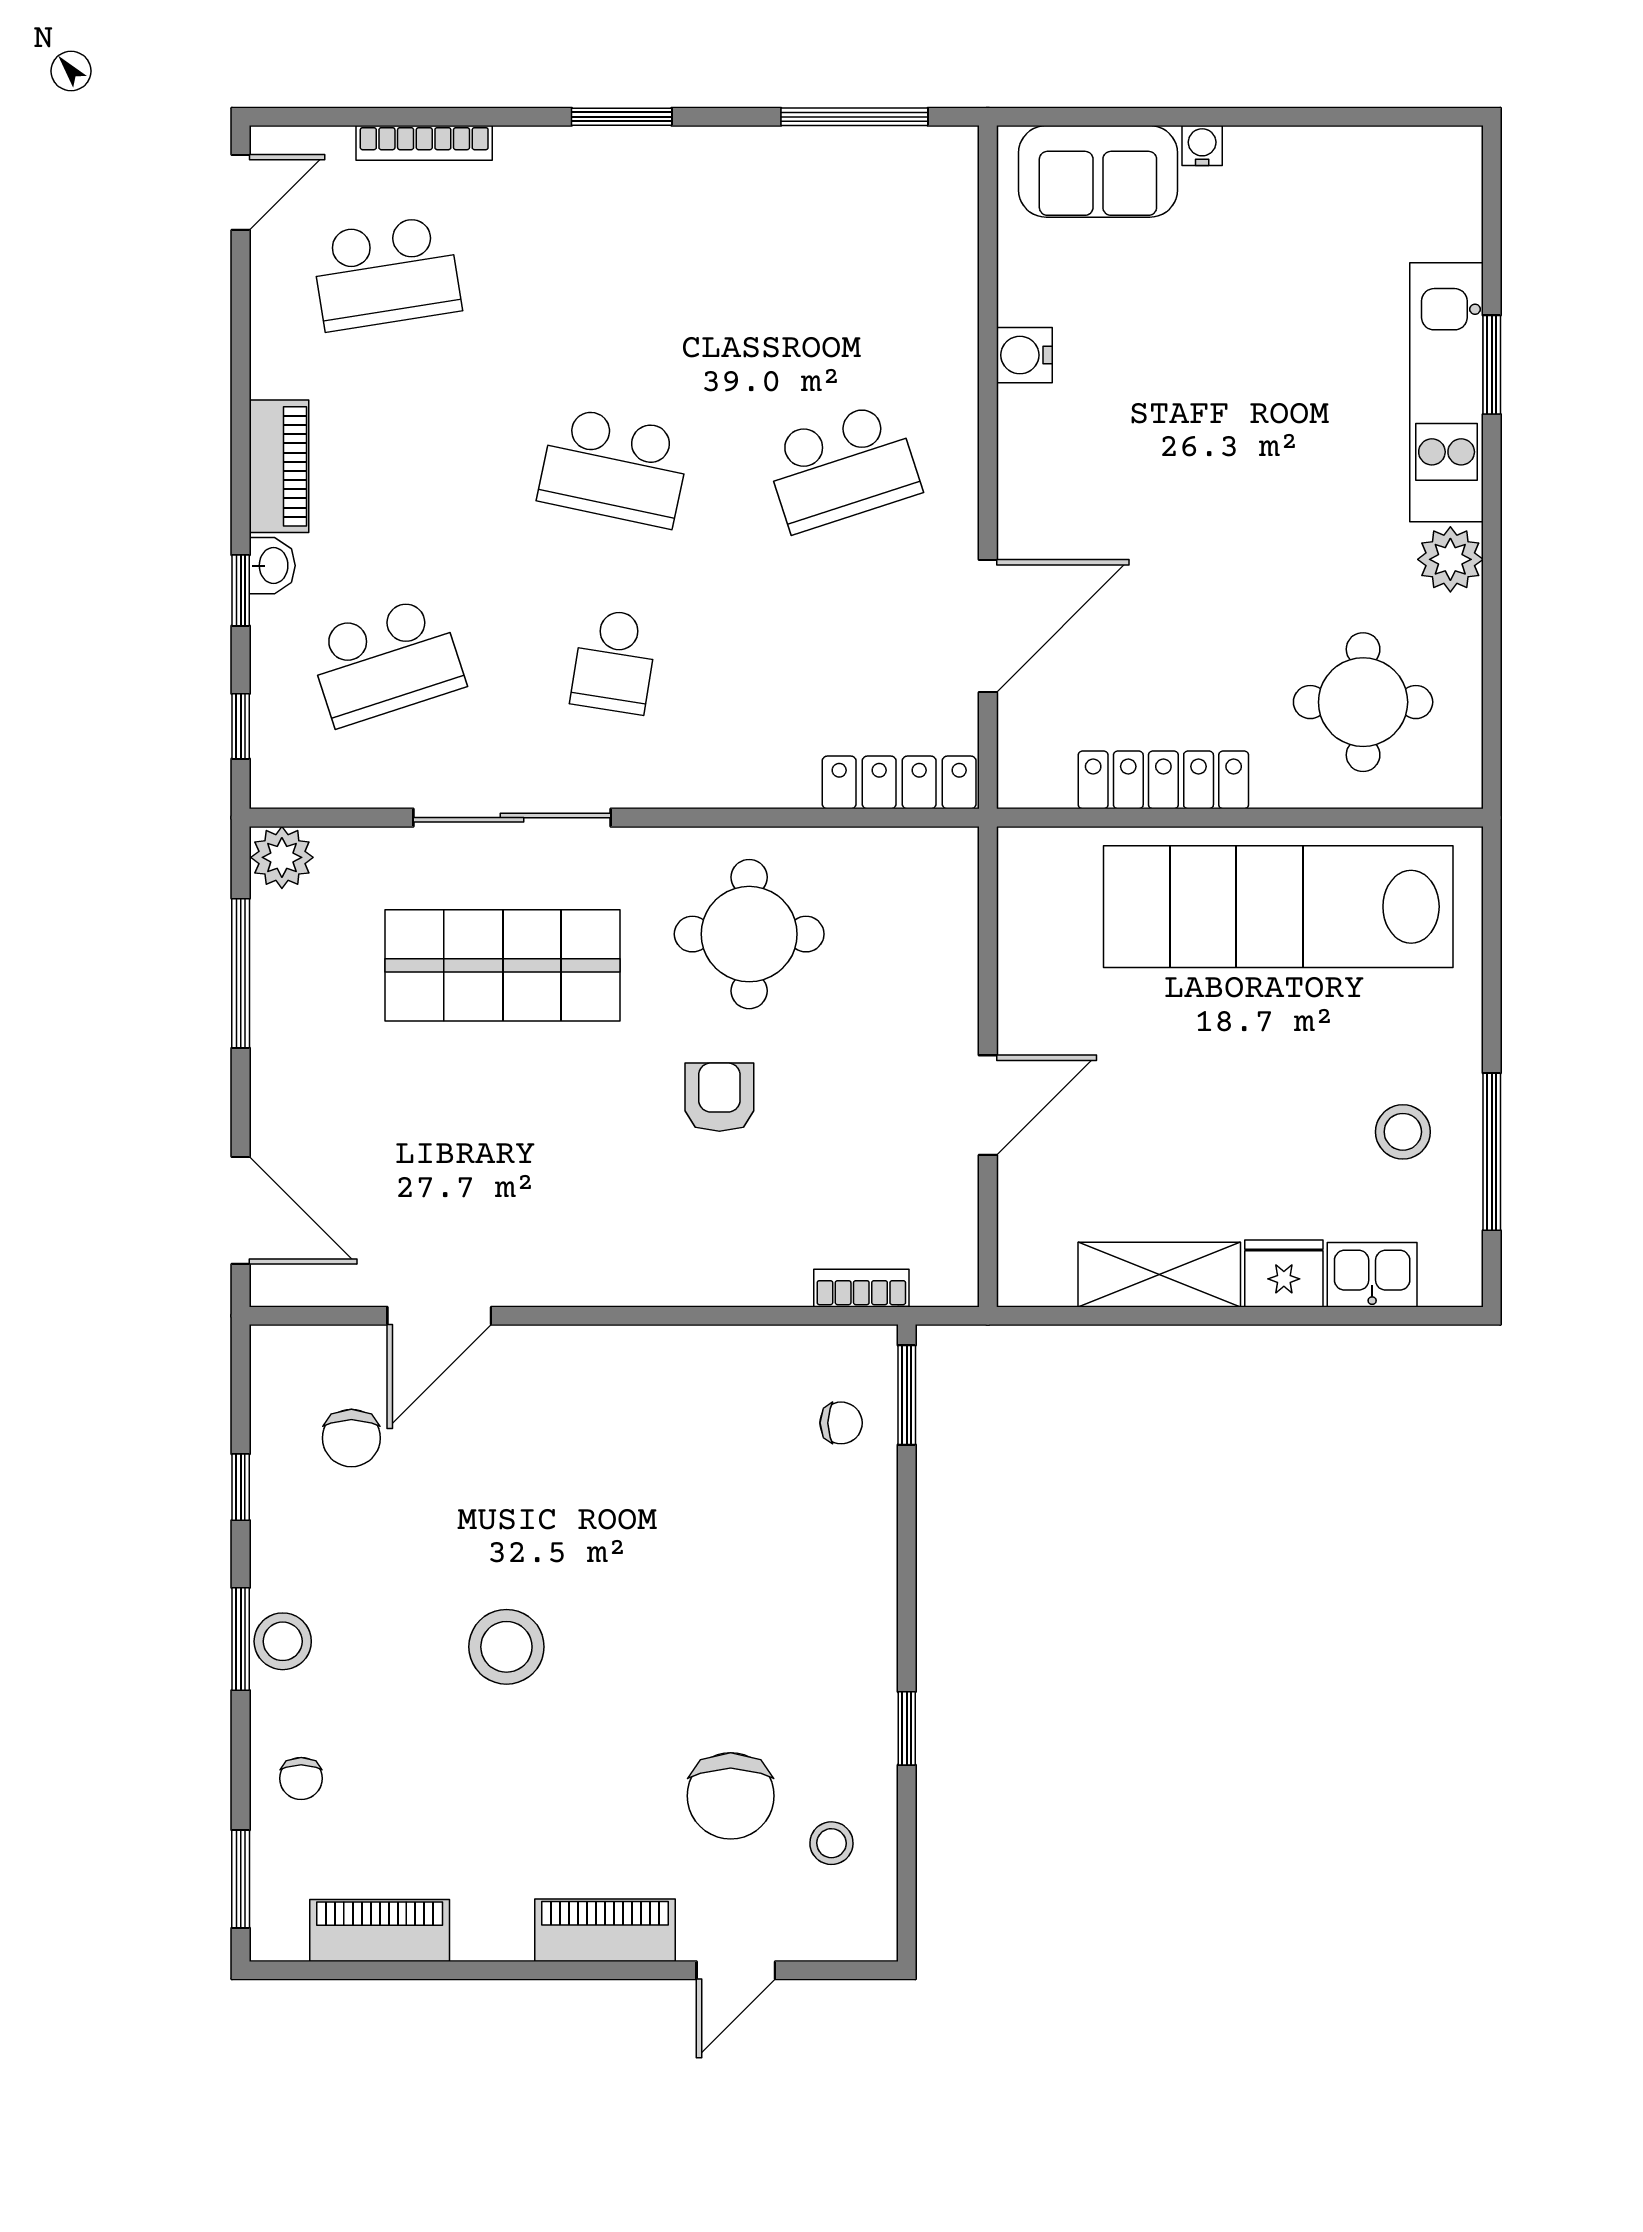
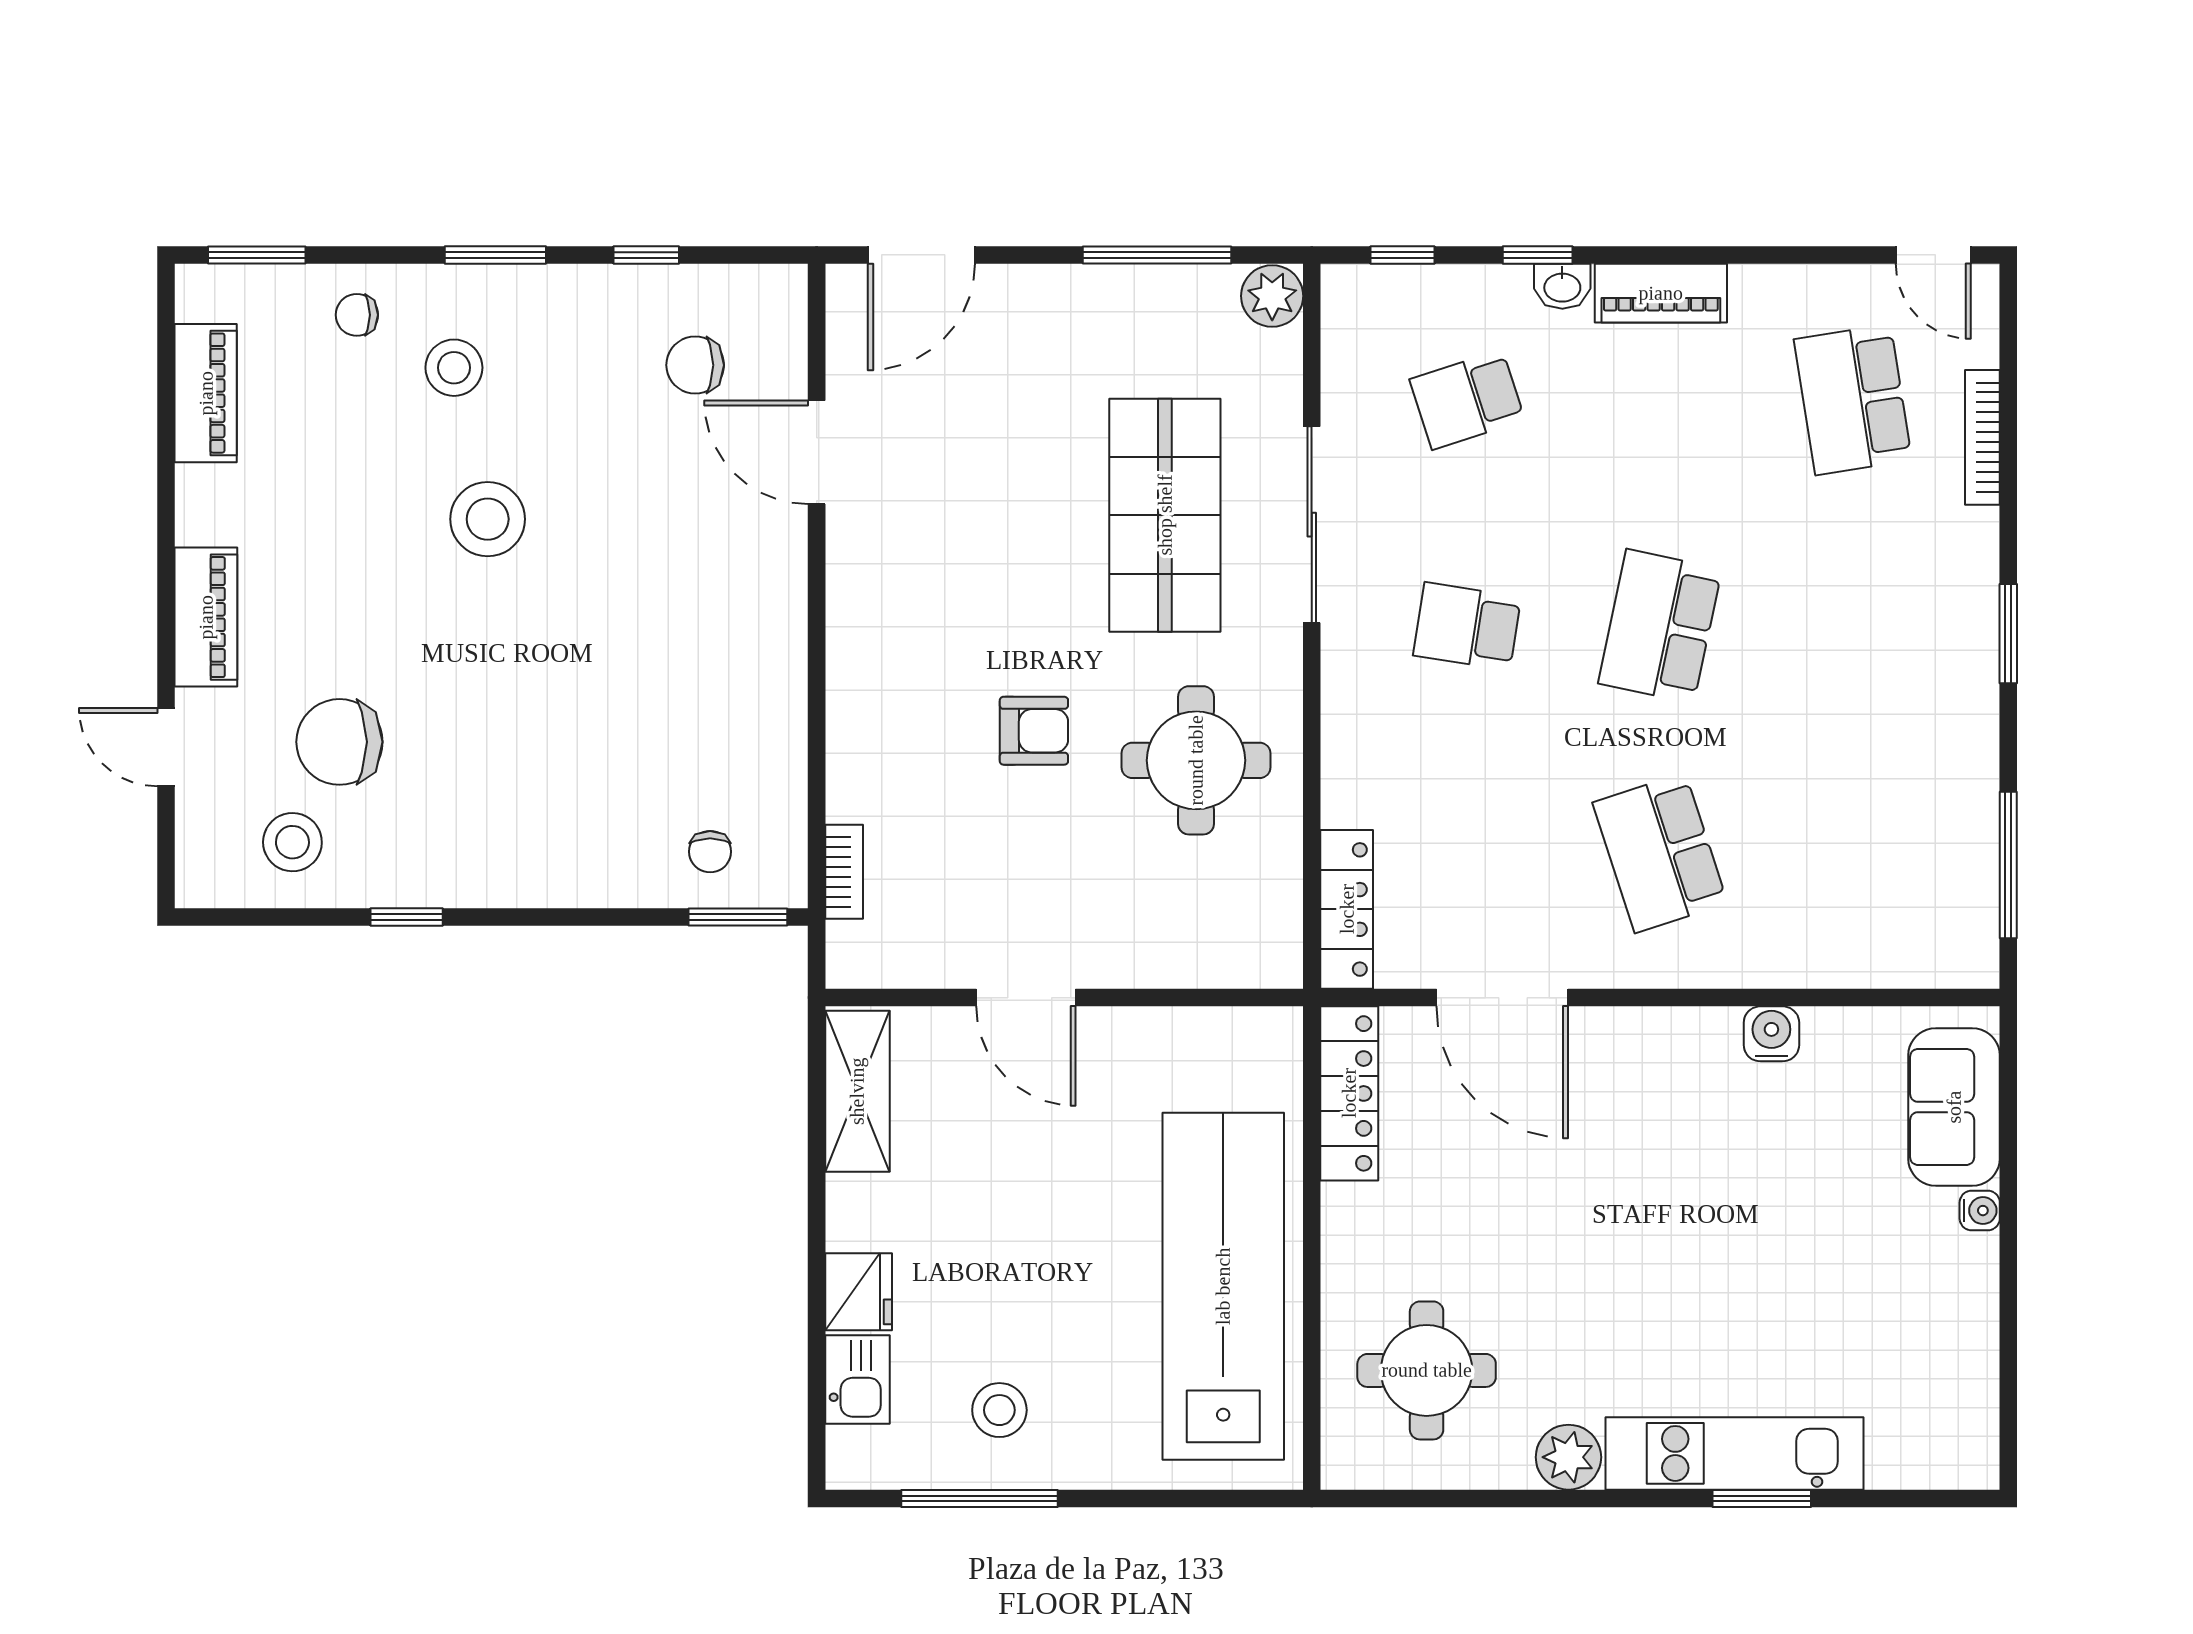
school desk: (386, 661) -> (1467, 400), width x0.54
locker: (1163, 780) -> (1349, 1093), moved
shelving: (1159, 1275) -> (857, 1091), moved
stool: (283, 1641) -> (454, 368), moved
stool: (831, 1843) -> (292, 842), width x1.37, depth x1.37

